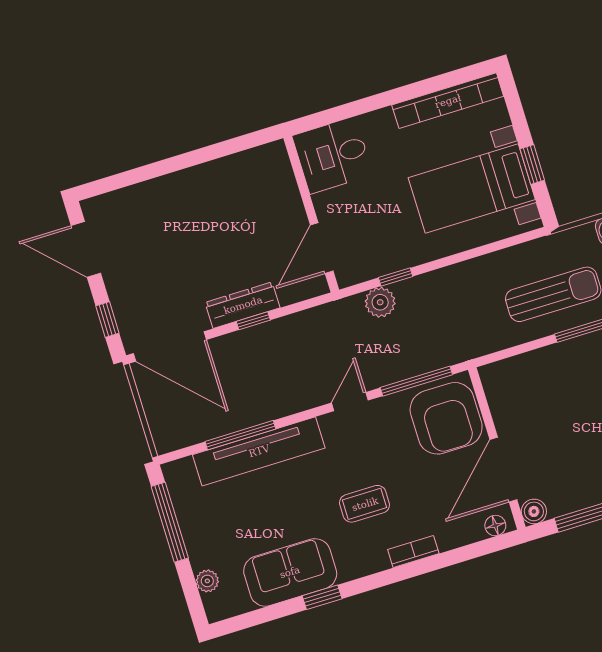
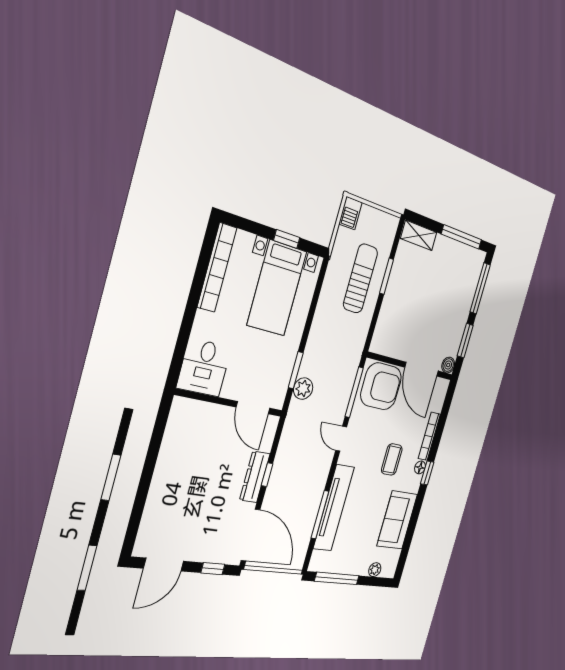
window: (396, 277) -> (296, 370), width x1.50
door: (170, 346) -> (250, 535), hinge flipped
floor lamp: (495, 525) -> (420, 467), moved
bookcase: (413, 551) -> (429, 436), width x1.56
window: (322, 597) -> (427, 473), moved

